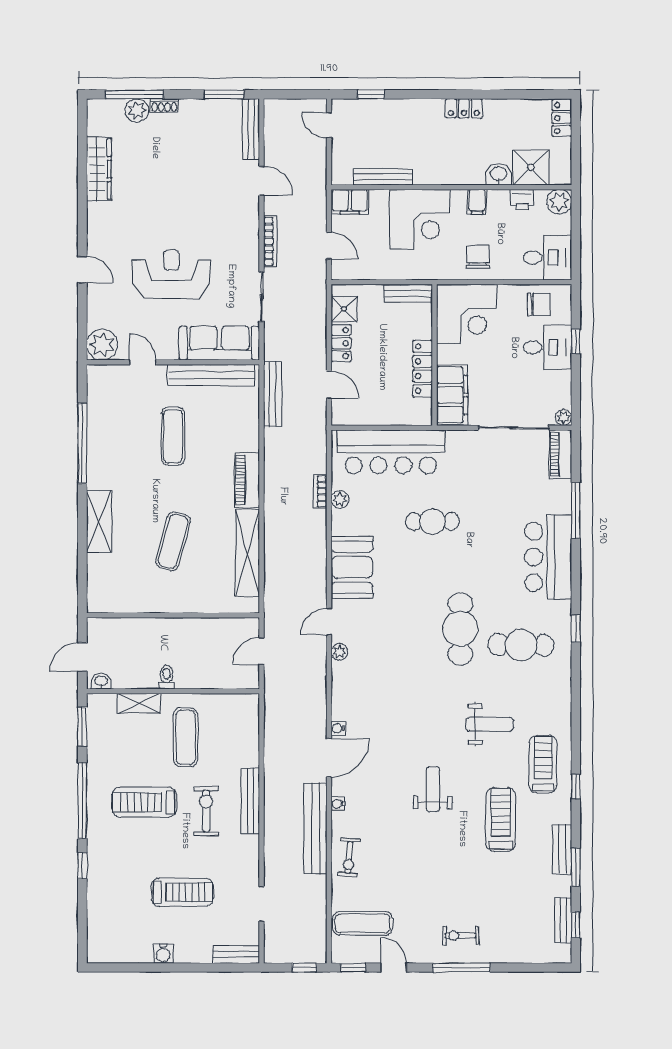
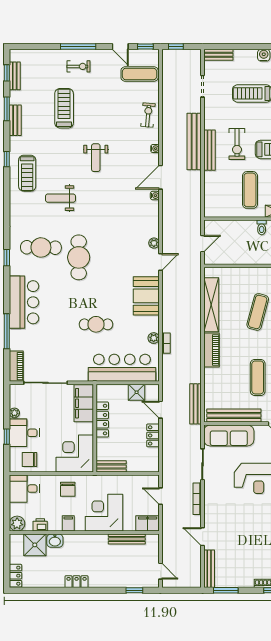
shower: (344, 309) -> (137, 392), moved
plant: (564, 418) -> (14, 413), moved
treadmill: (501, 820) -> (64, 108), moved, turned 180
bench: (316, 828) -> (194, 141), moved

